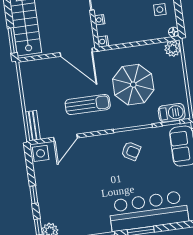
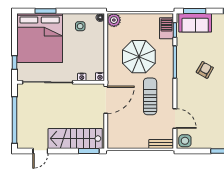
armchair: (131, 151) -> (205, 70), moved

